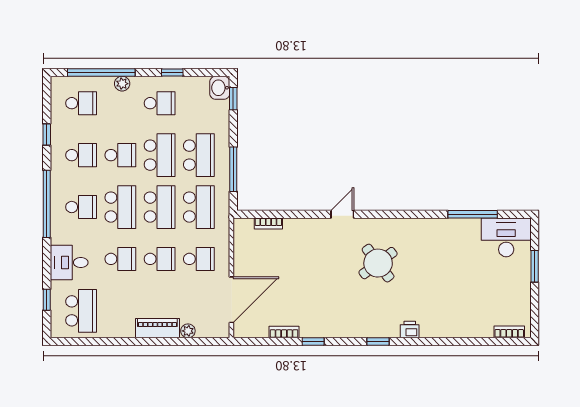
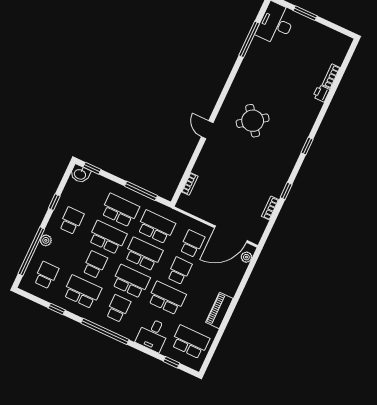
school desk: (81, 155) -> (82, 292), width x1.85
school desk: (120, 259) -> (167, 298), width x1.85
door: (231, 300) -> (231, 234), swing flipped
piano: (157, 328) -> (219, 310), moved
printer: (410, 330) -> (321, 93), moved
plant: (188, 331) -> (246, 257), moved
bookcase: (509, 332) -> (331, 76), moved

